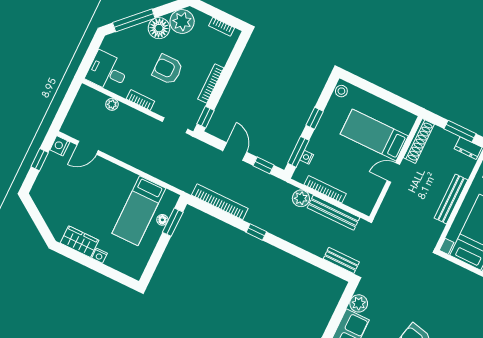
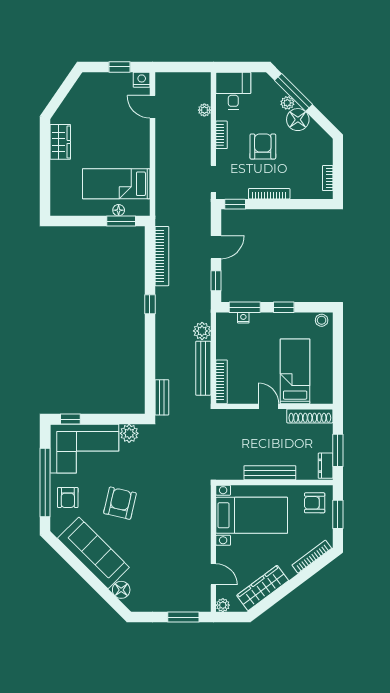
plant: (182, 21) -> (287, 103), moved, width x0.53, depth x0.53
bookcase: (325, 189) -> (222, 382), moved
nightstand: (99, 256) -> (56, 167), removed

